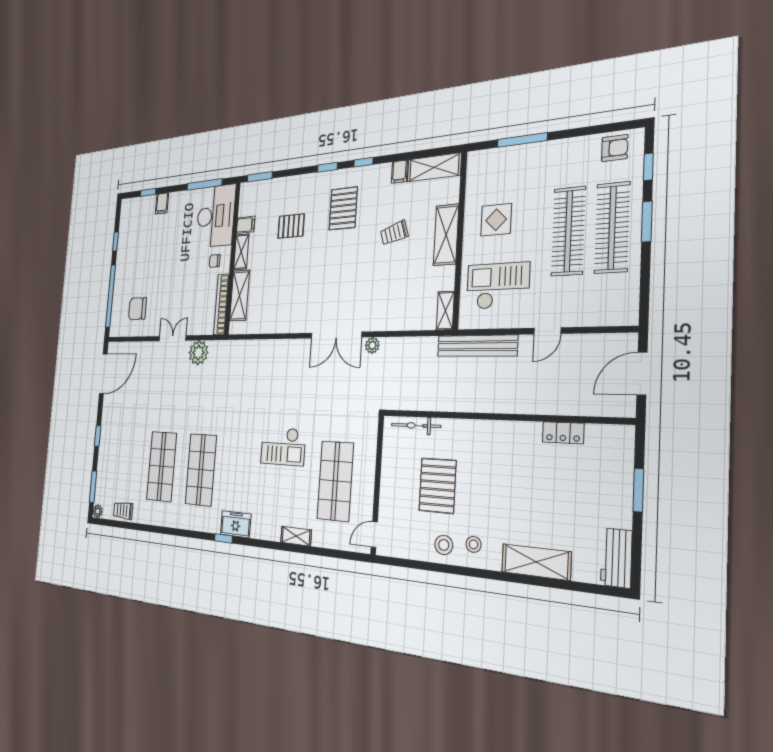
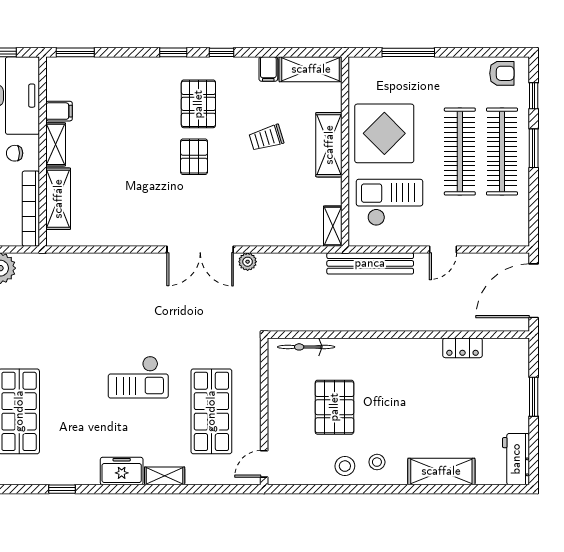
display table: (496, 220) -> (384, 133), width x1.86, depth x1.86
pallet: (291, 226) -> (194, 157), moved, turned 90
door: (642, 374) -> (534, 291), width x1.36
freezer: (236, 524) -> (122, 471), moved

